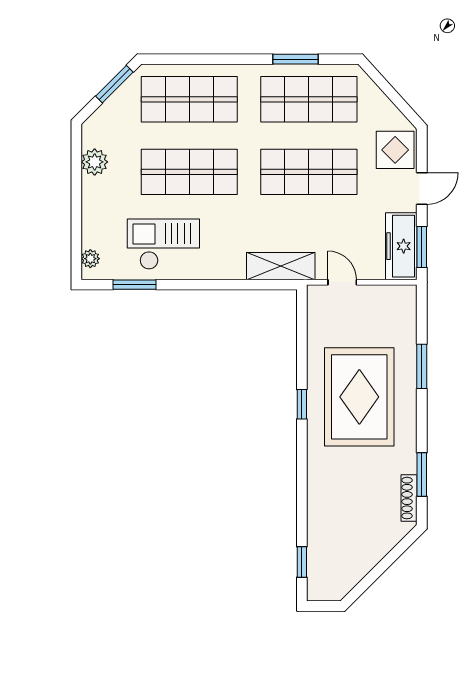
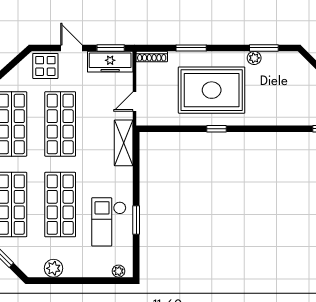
window: (135, 285) -> (136, 220), moved
plant: (407, 460) -> (254, 58), added
shoe rack: (409, 498) -> (152, 57), moved

